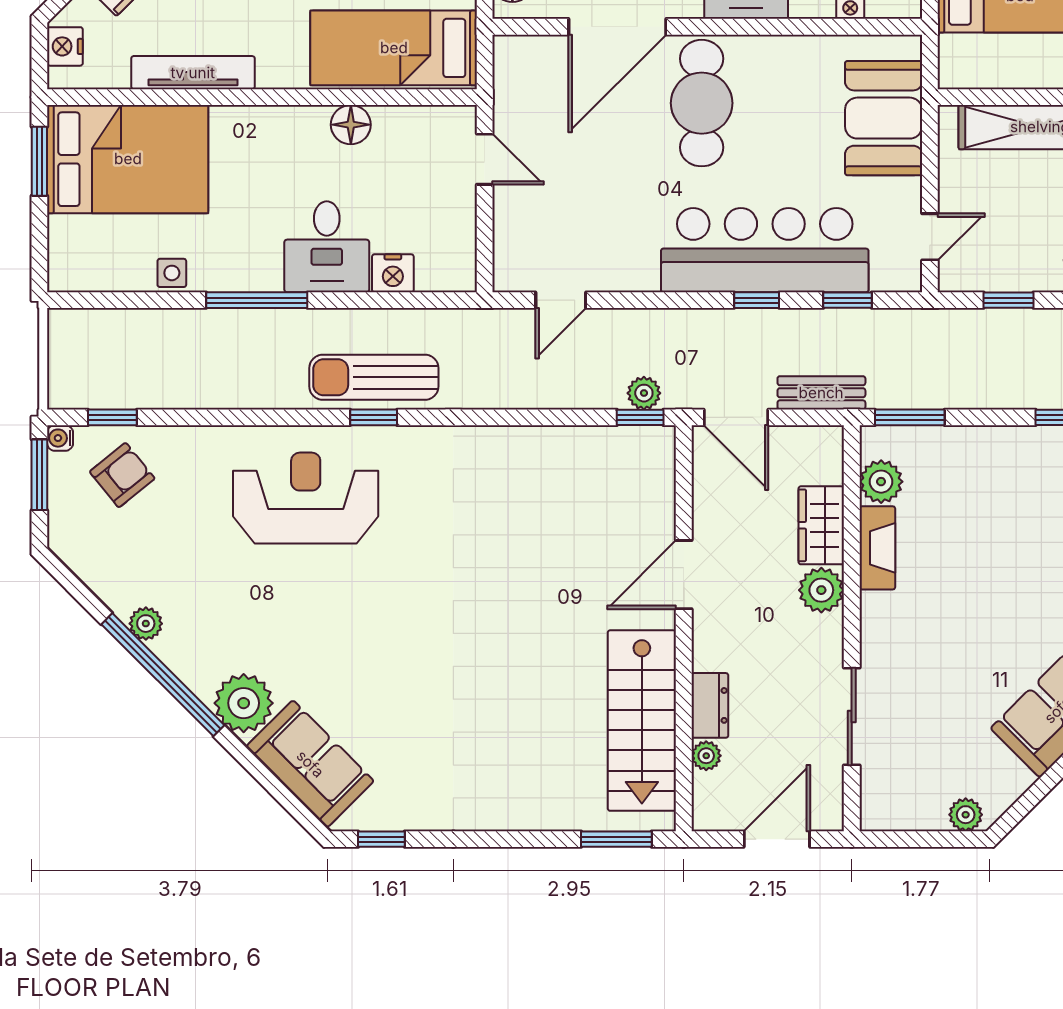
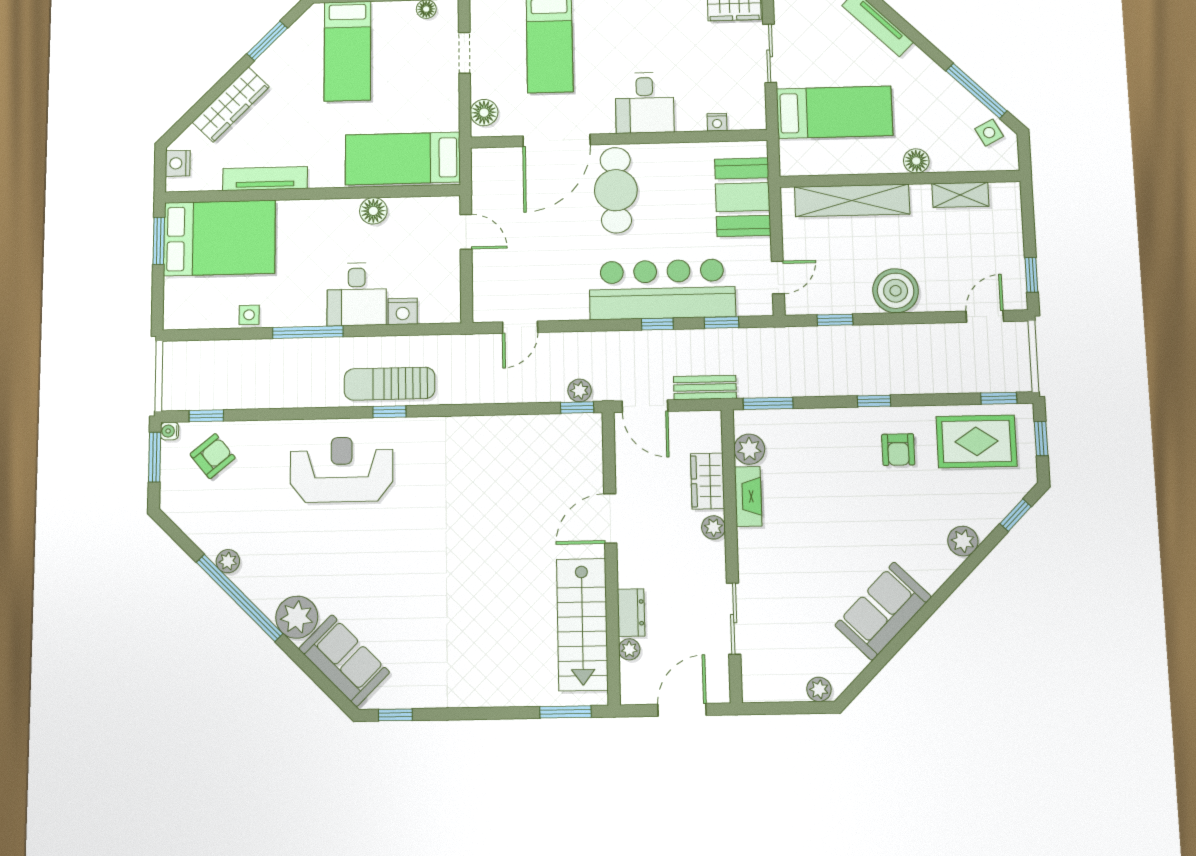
plant: (821, 590) -> (713, 527), width x0.73, depth x0.73

